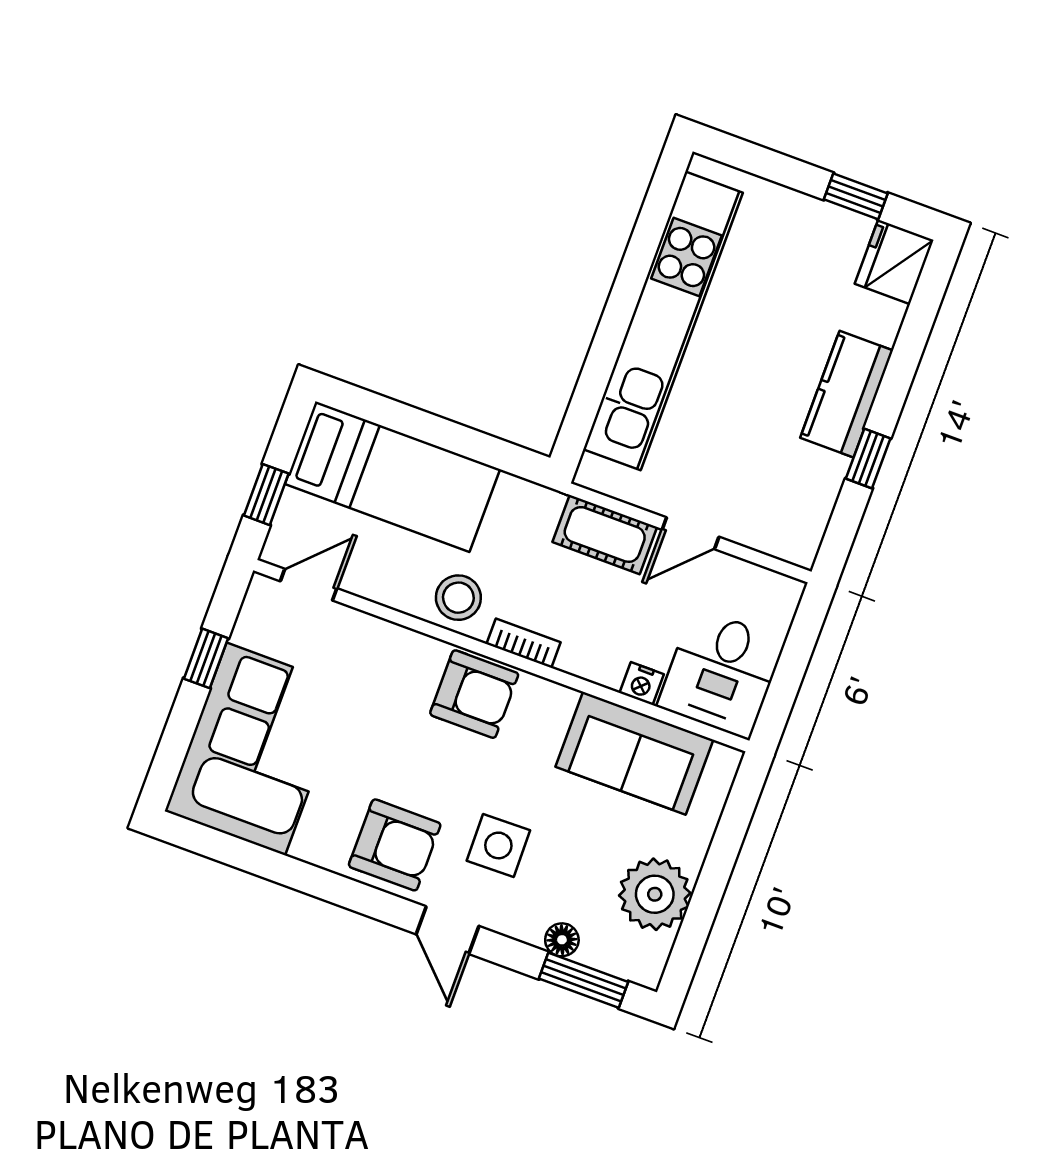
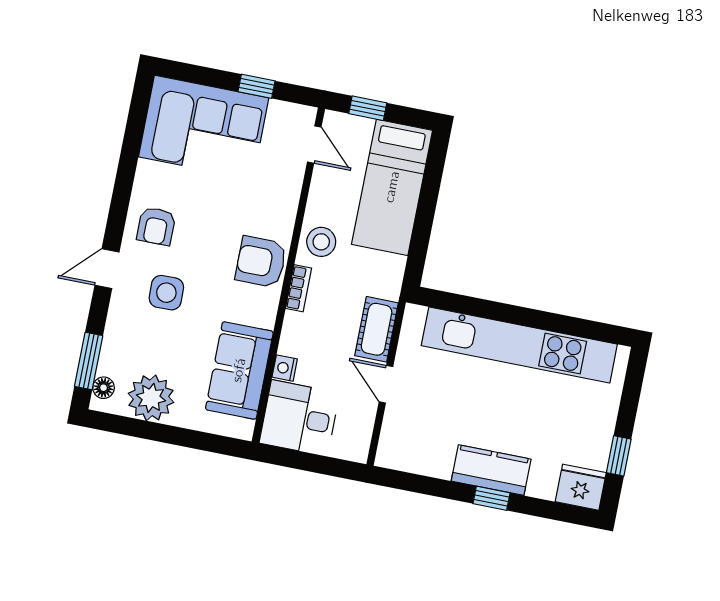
window: (868, 458) -> (491, 498), moved
armchair: (474, 694) -> (261, 262), turned 90
armchair: (395, 845) -> (156, 226), width x0.72, depth x0.72
floor lamp: (562, 940) -> (104, 388), moved

